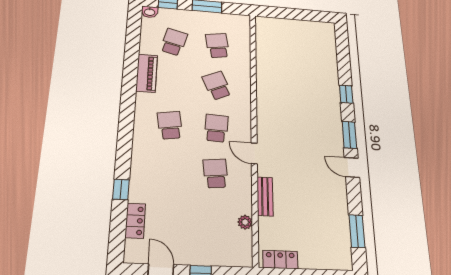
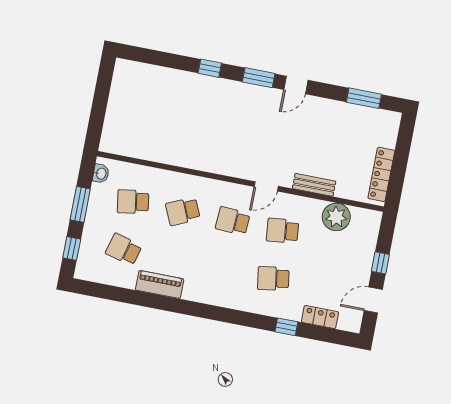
washbasin: (150, 12) -> (101, 174), moved
school desk: (170, 125) -> (273, 279), moved
plant: (245, 222) -> (336, 217), width x1.87, depth x1.87
locker: (280, 259) -> (381, 174), width x1.53

